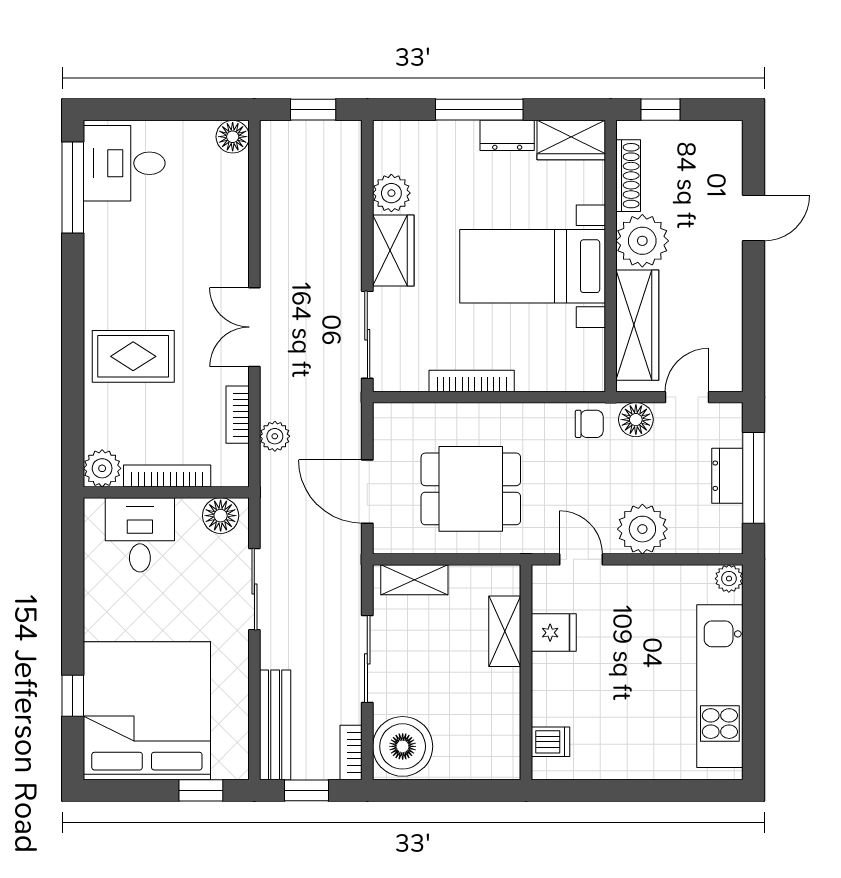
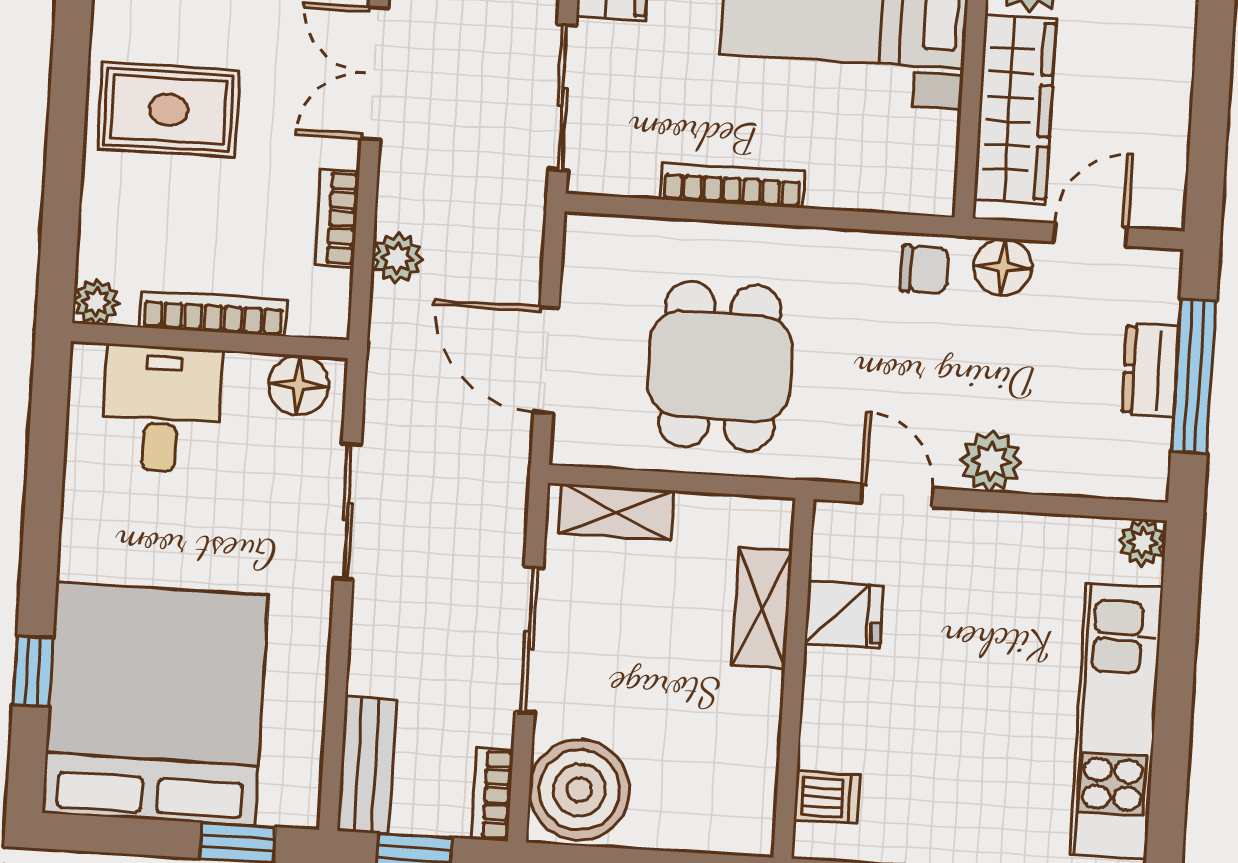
plant: (102, 468) -> (96, 302), width x0.73, depth x0.73
dining table: (471, 489) -> (720, 366), turned 90
plant: (642, 529) -> (991, 461), width x0.73, depth x0.73
bench: (275, 725) -> (367, 765), width x0.73

